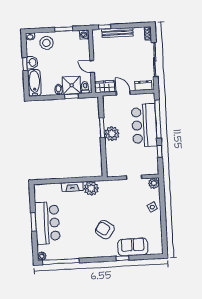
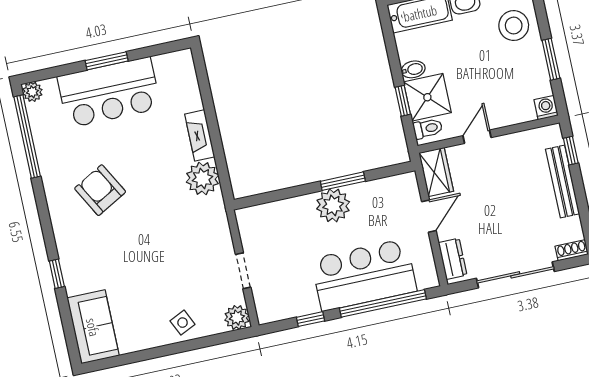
armchair: (105, 230) -> (100, 190), moved, turned -64
sofa: (133, 247) -> (93, 327), moved

